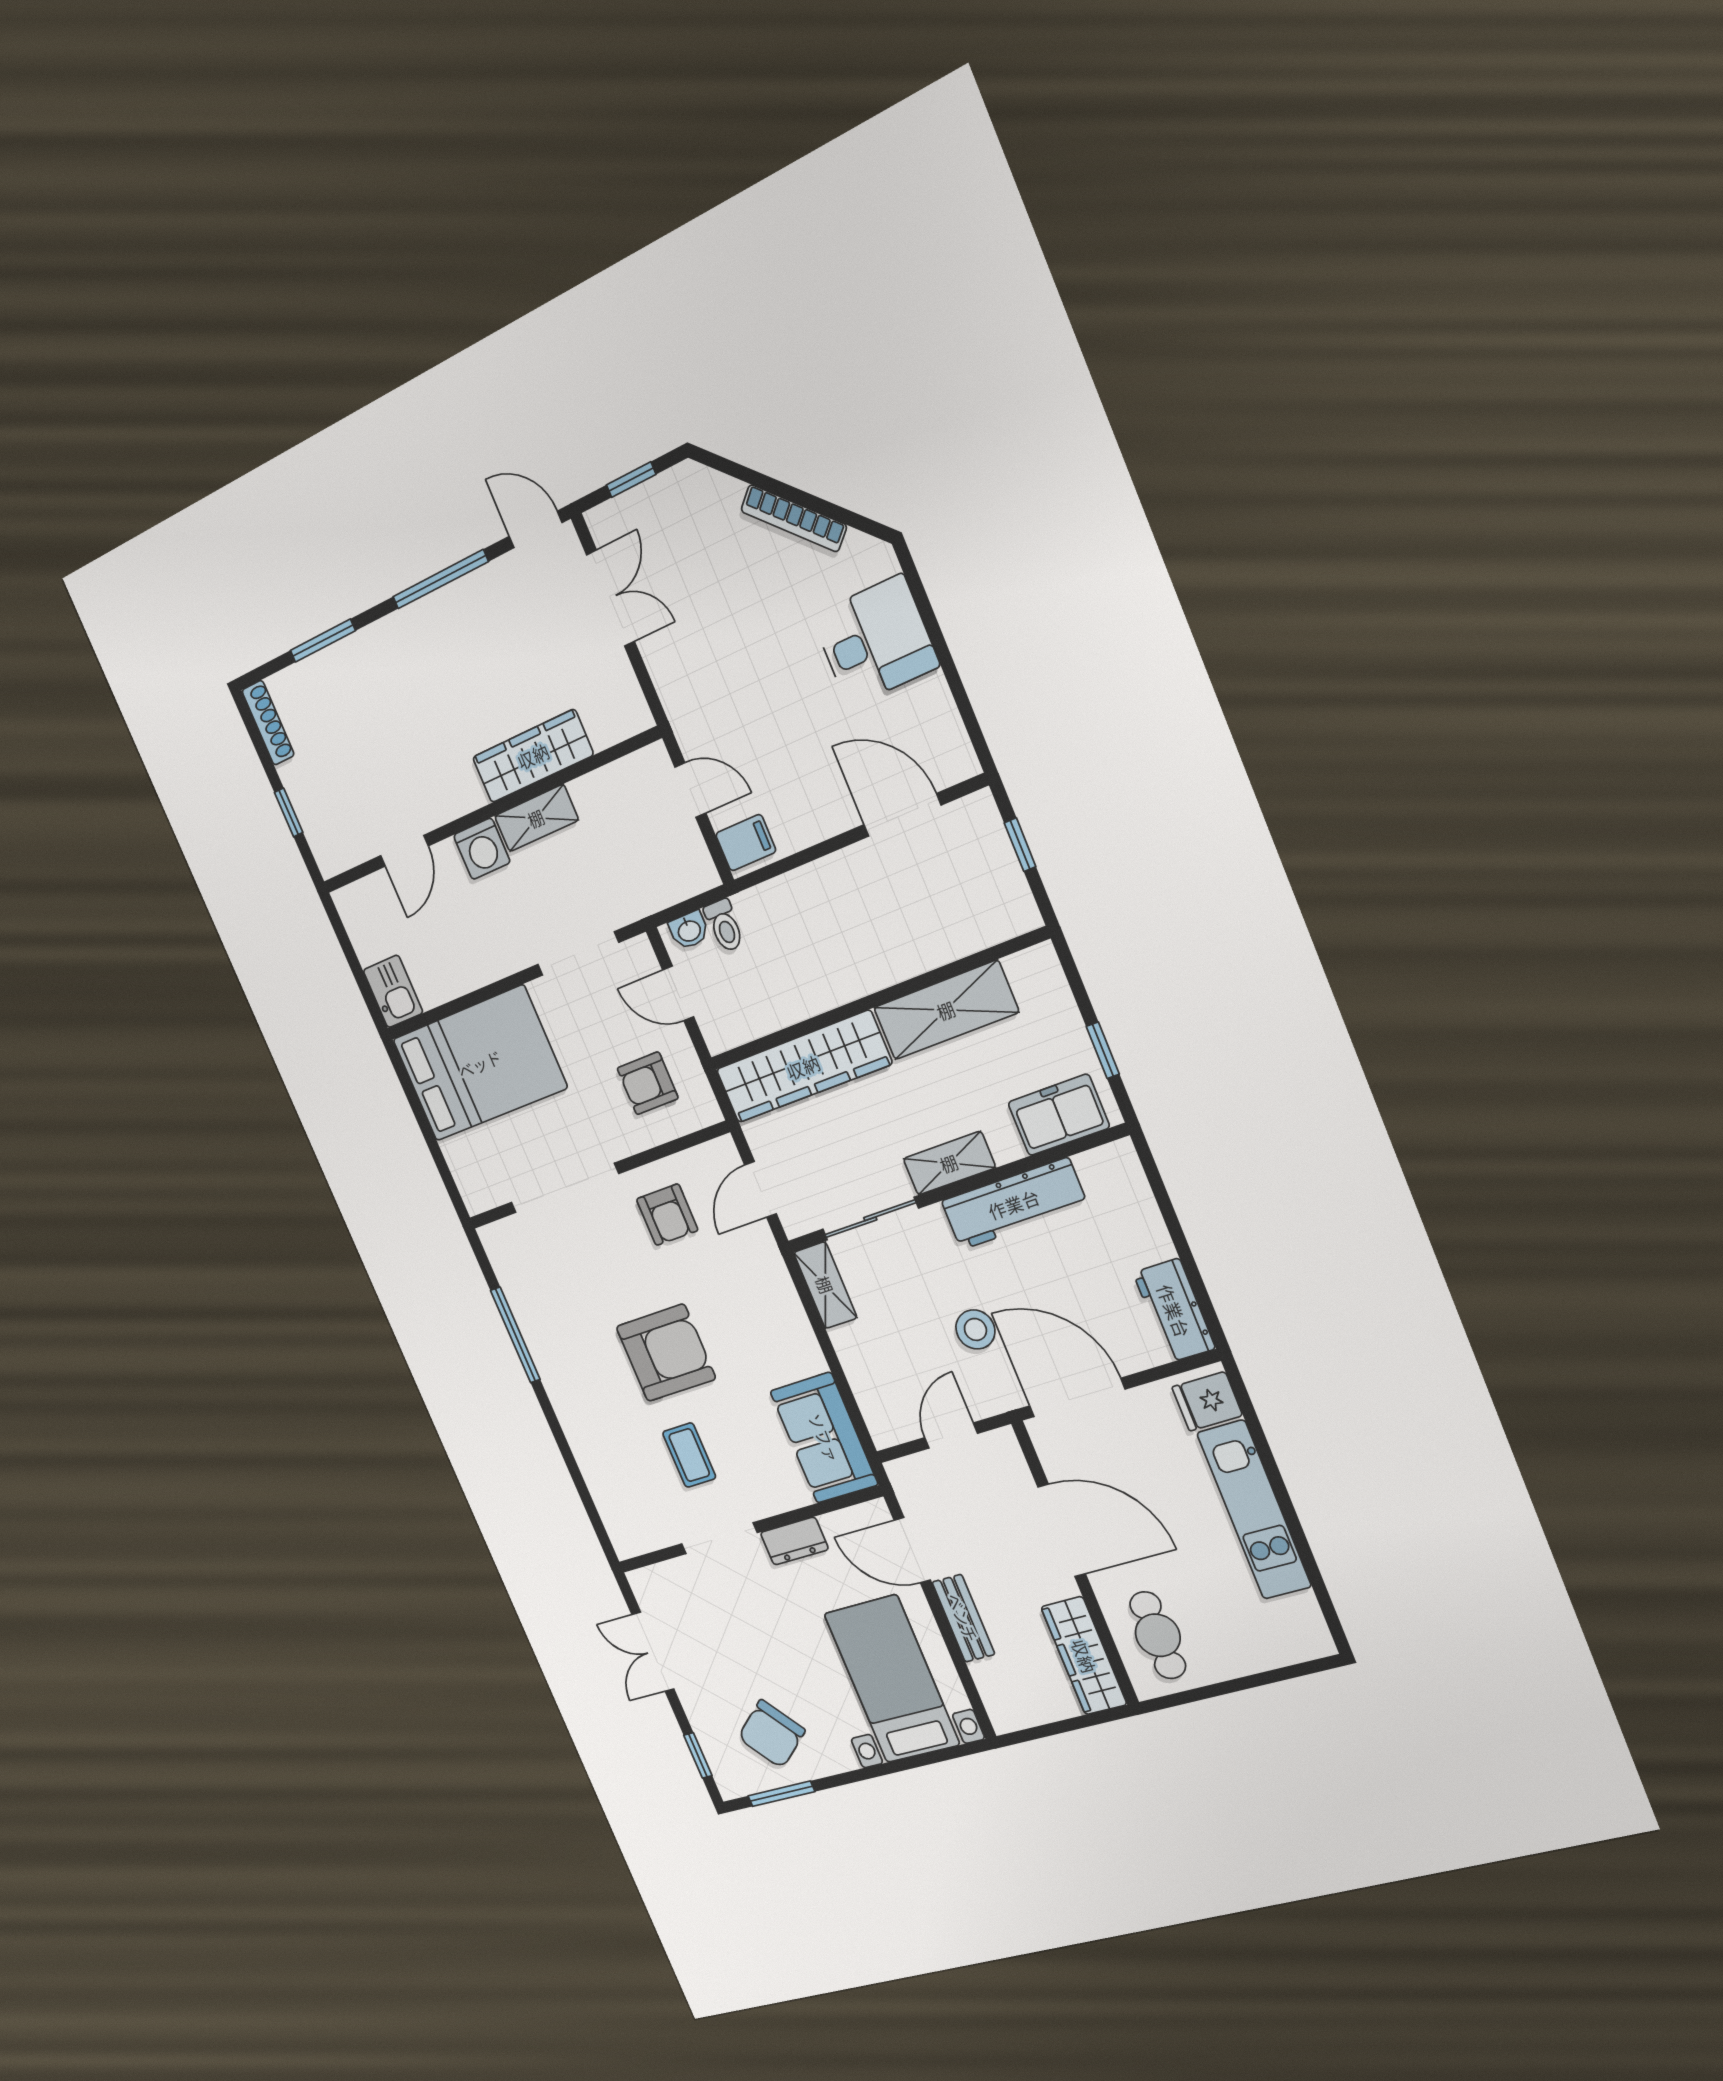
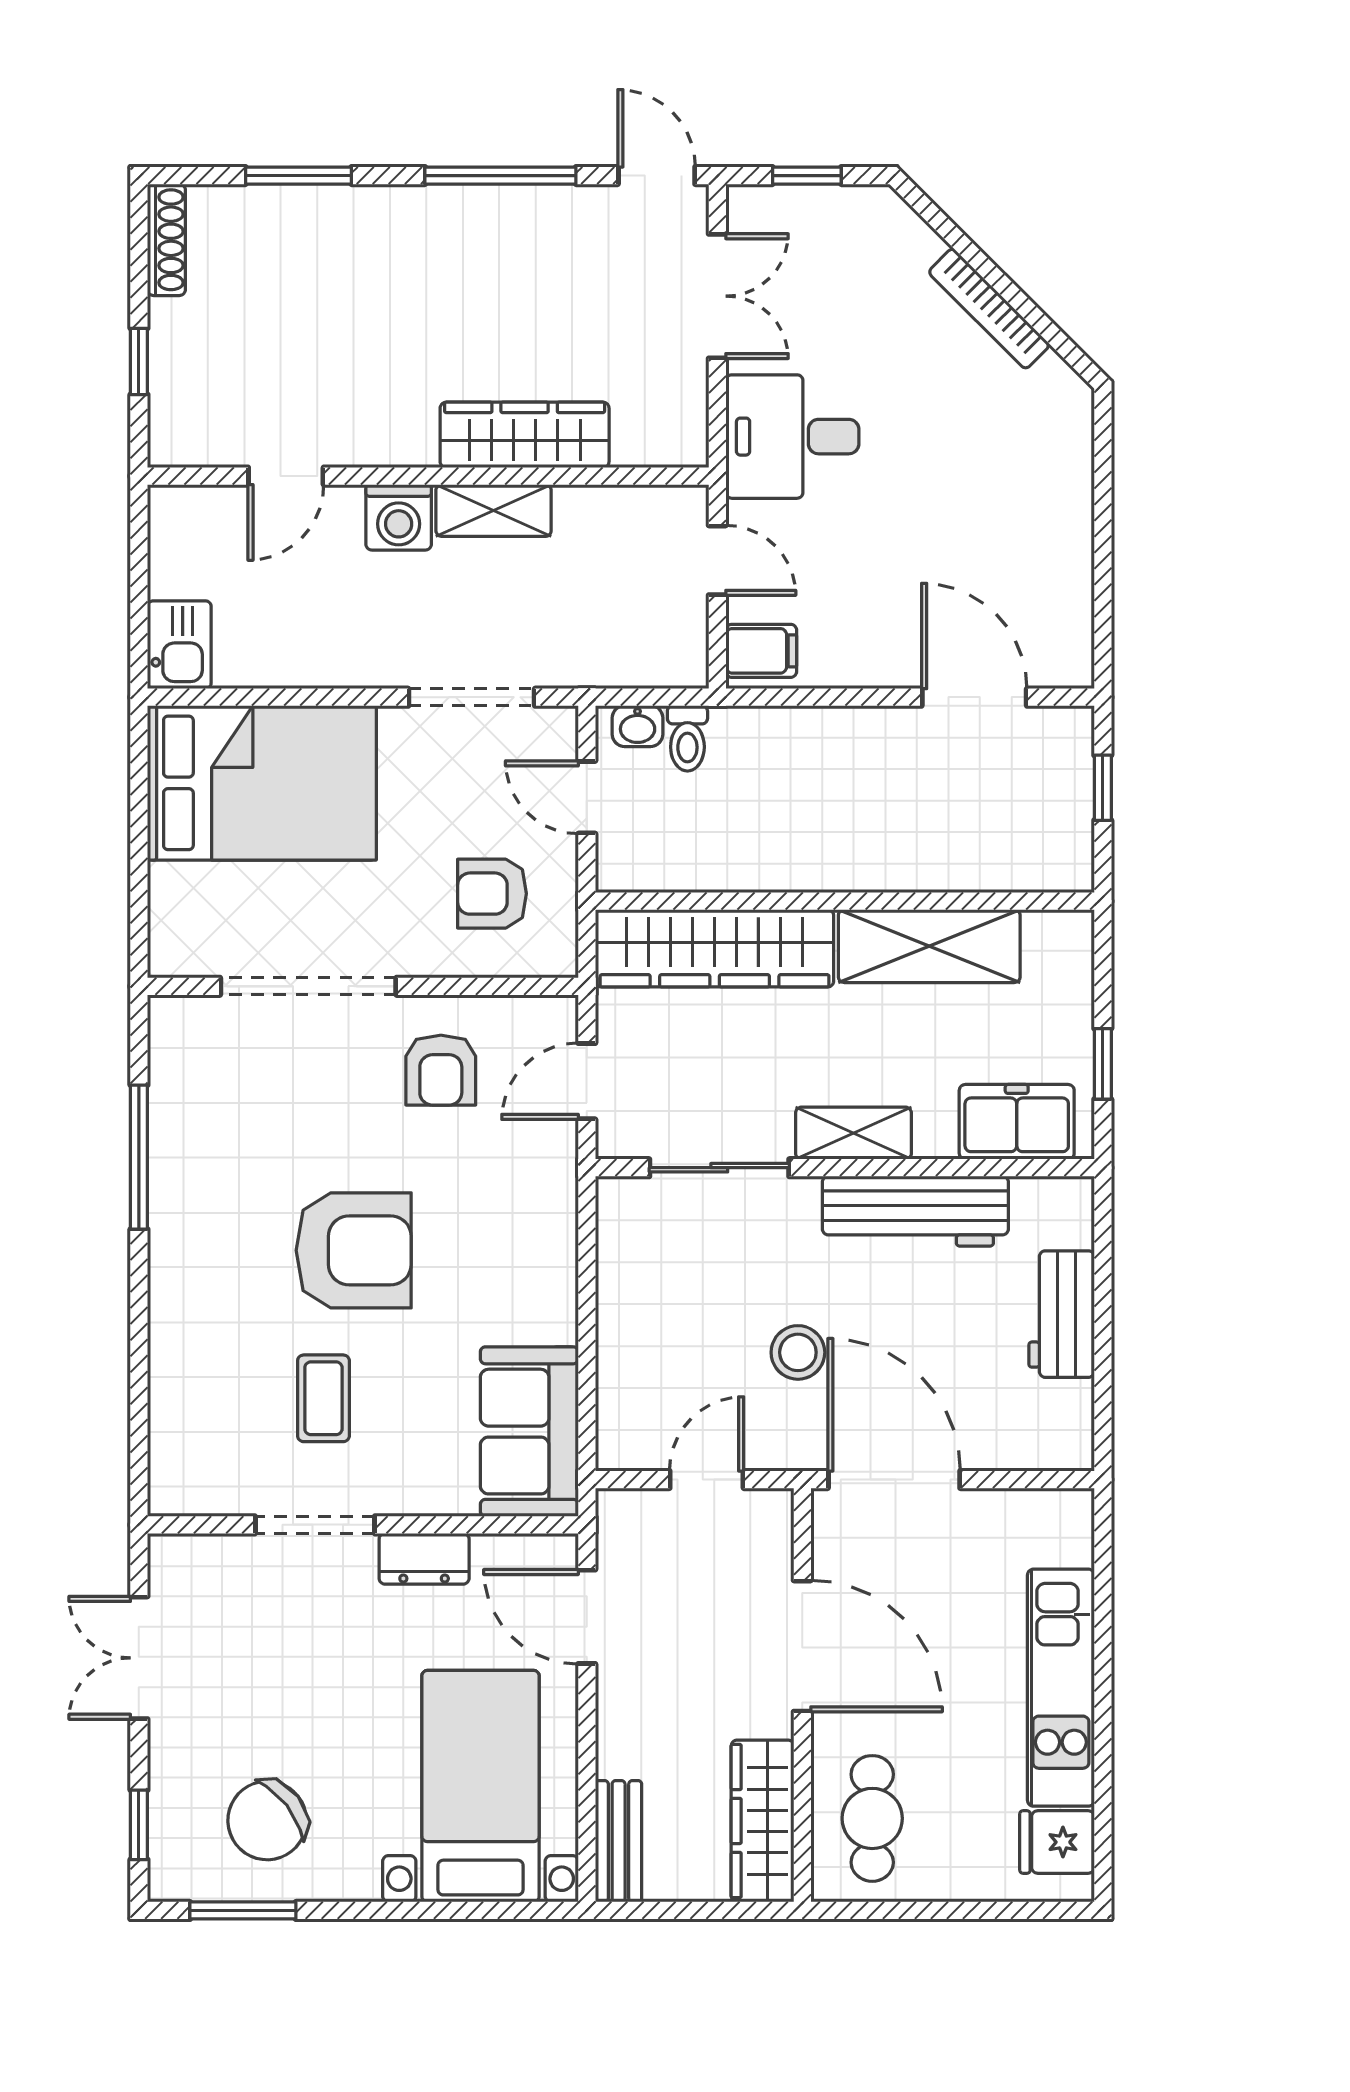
desk: (875, 641) -> (792, 437), moved, turned 180
shelving: (825, 1285) -> (621, 1233), removed
workbench: (1174, 1311) -> (1062, 1314), moved
fridge: (1207, 1401) -> (1057, 1842), moved
bench: (963, 1618) -> (619, 1841), moved

